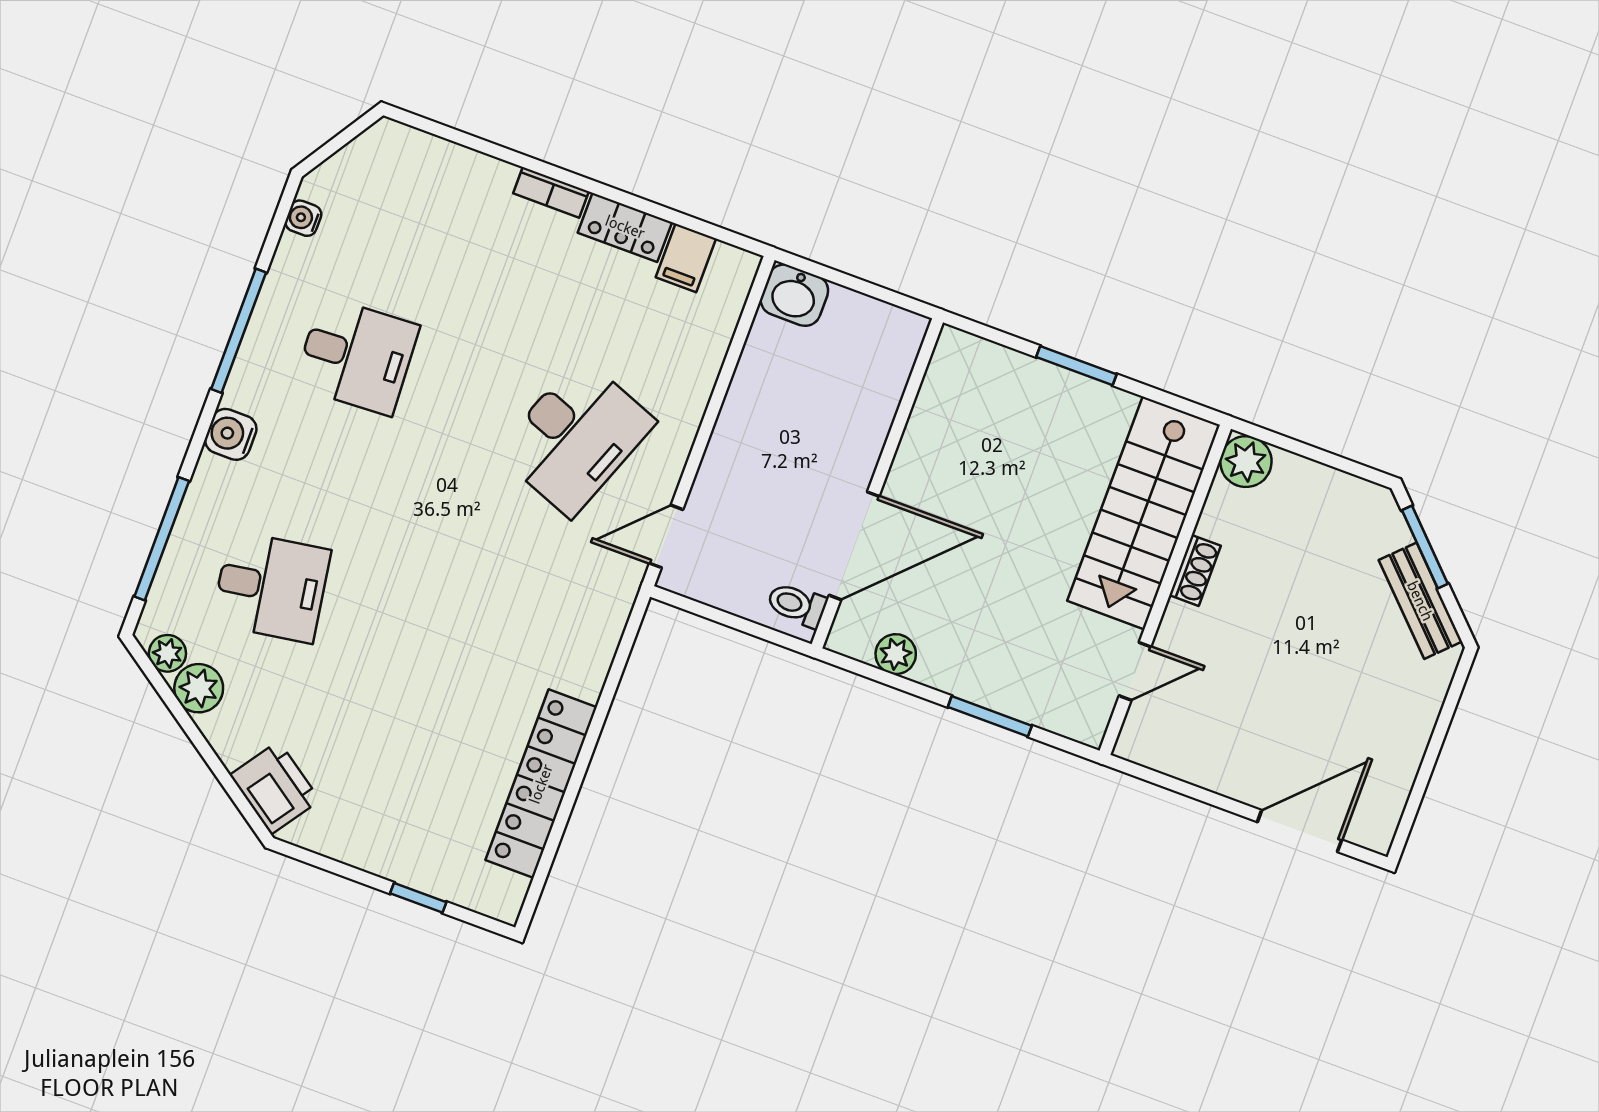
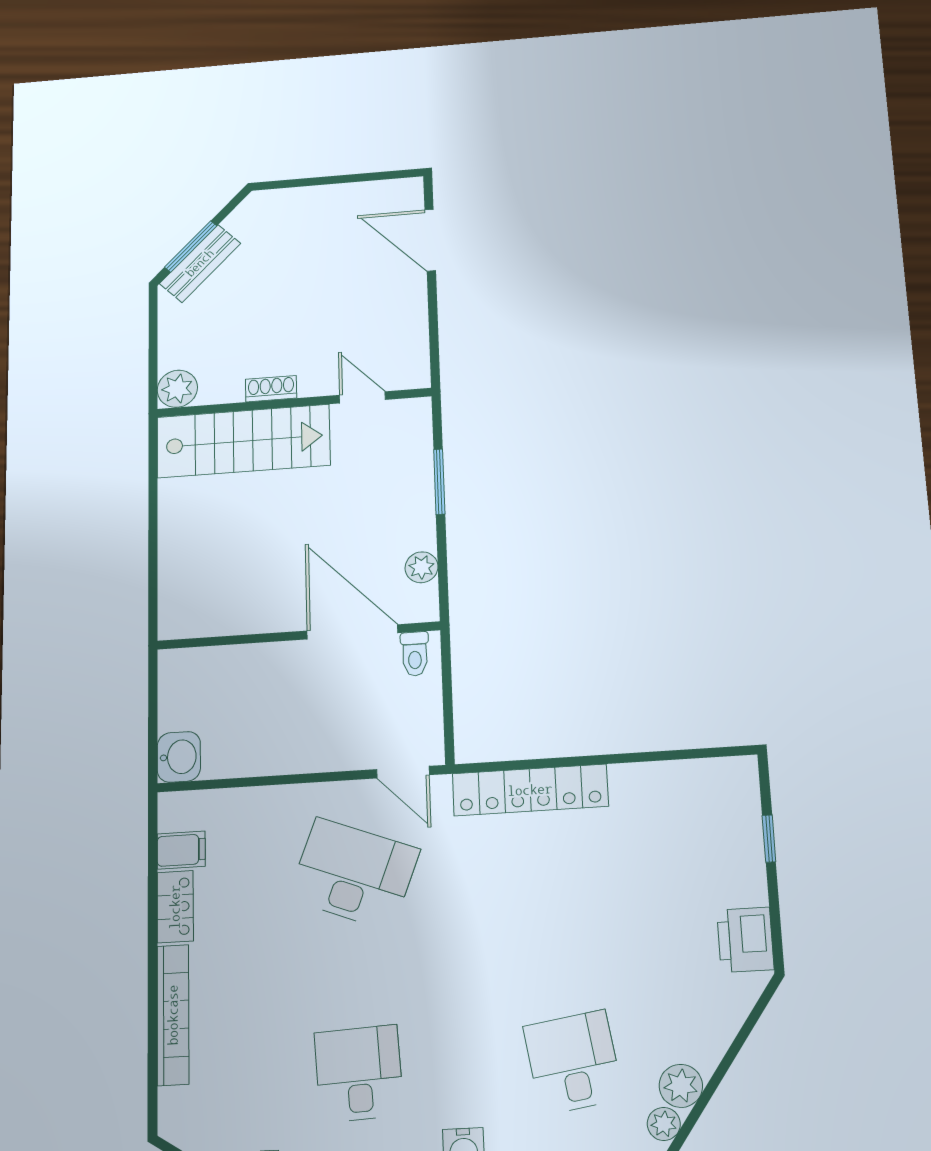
bookcase: (551, 192) -> (173, 1015), width x2.31, depth x1.31
window: (1076, 366) -> (153, 533), removed
bench: (1420, 601) -> (200, 263), moved
locker: (541, 784) -> (530, 790), moved
printer: (275, 788) -> (745, 940), moved, turned -35

